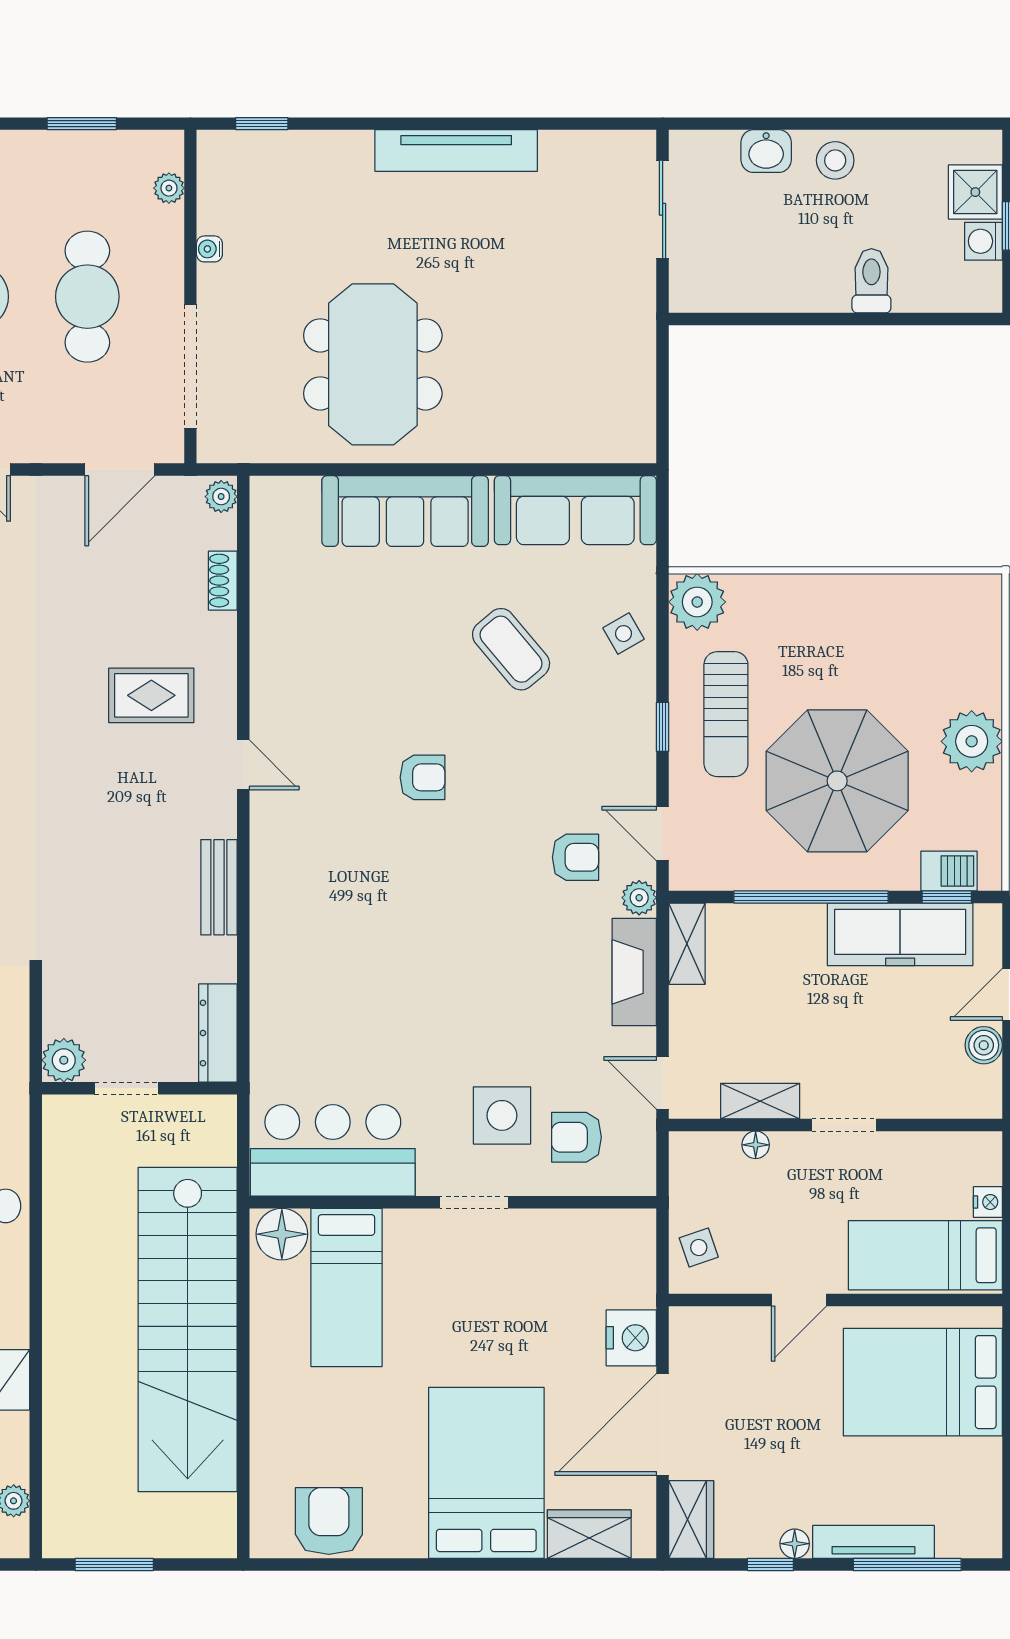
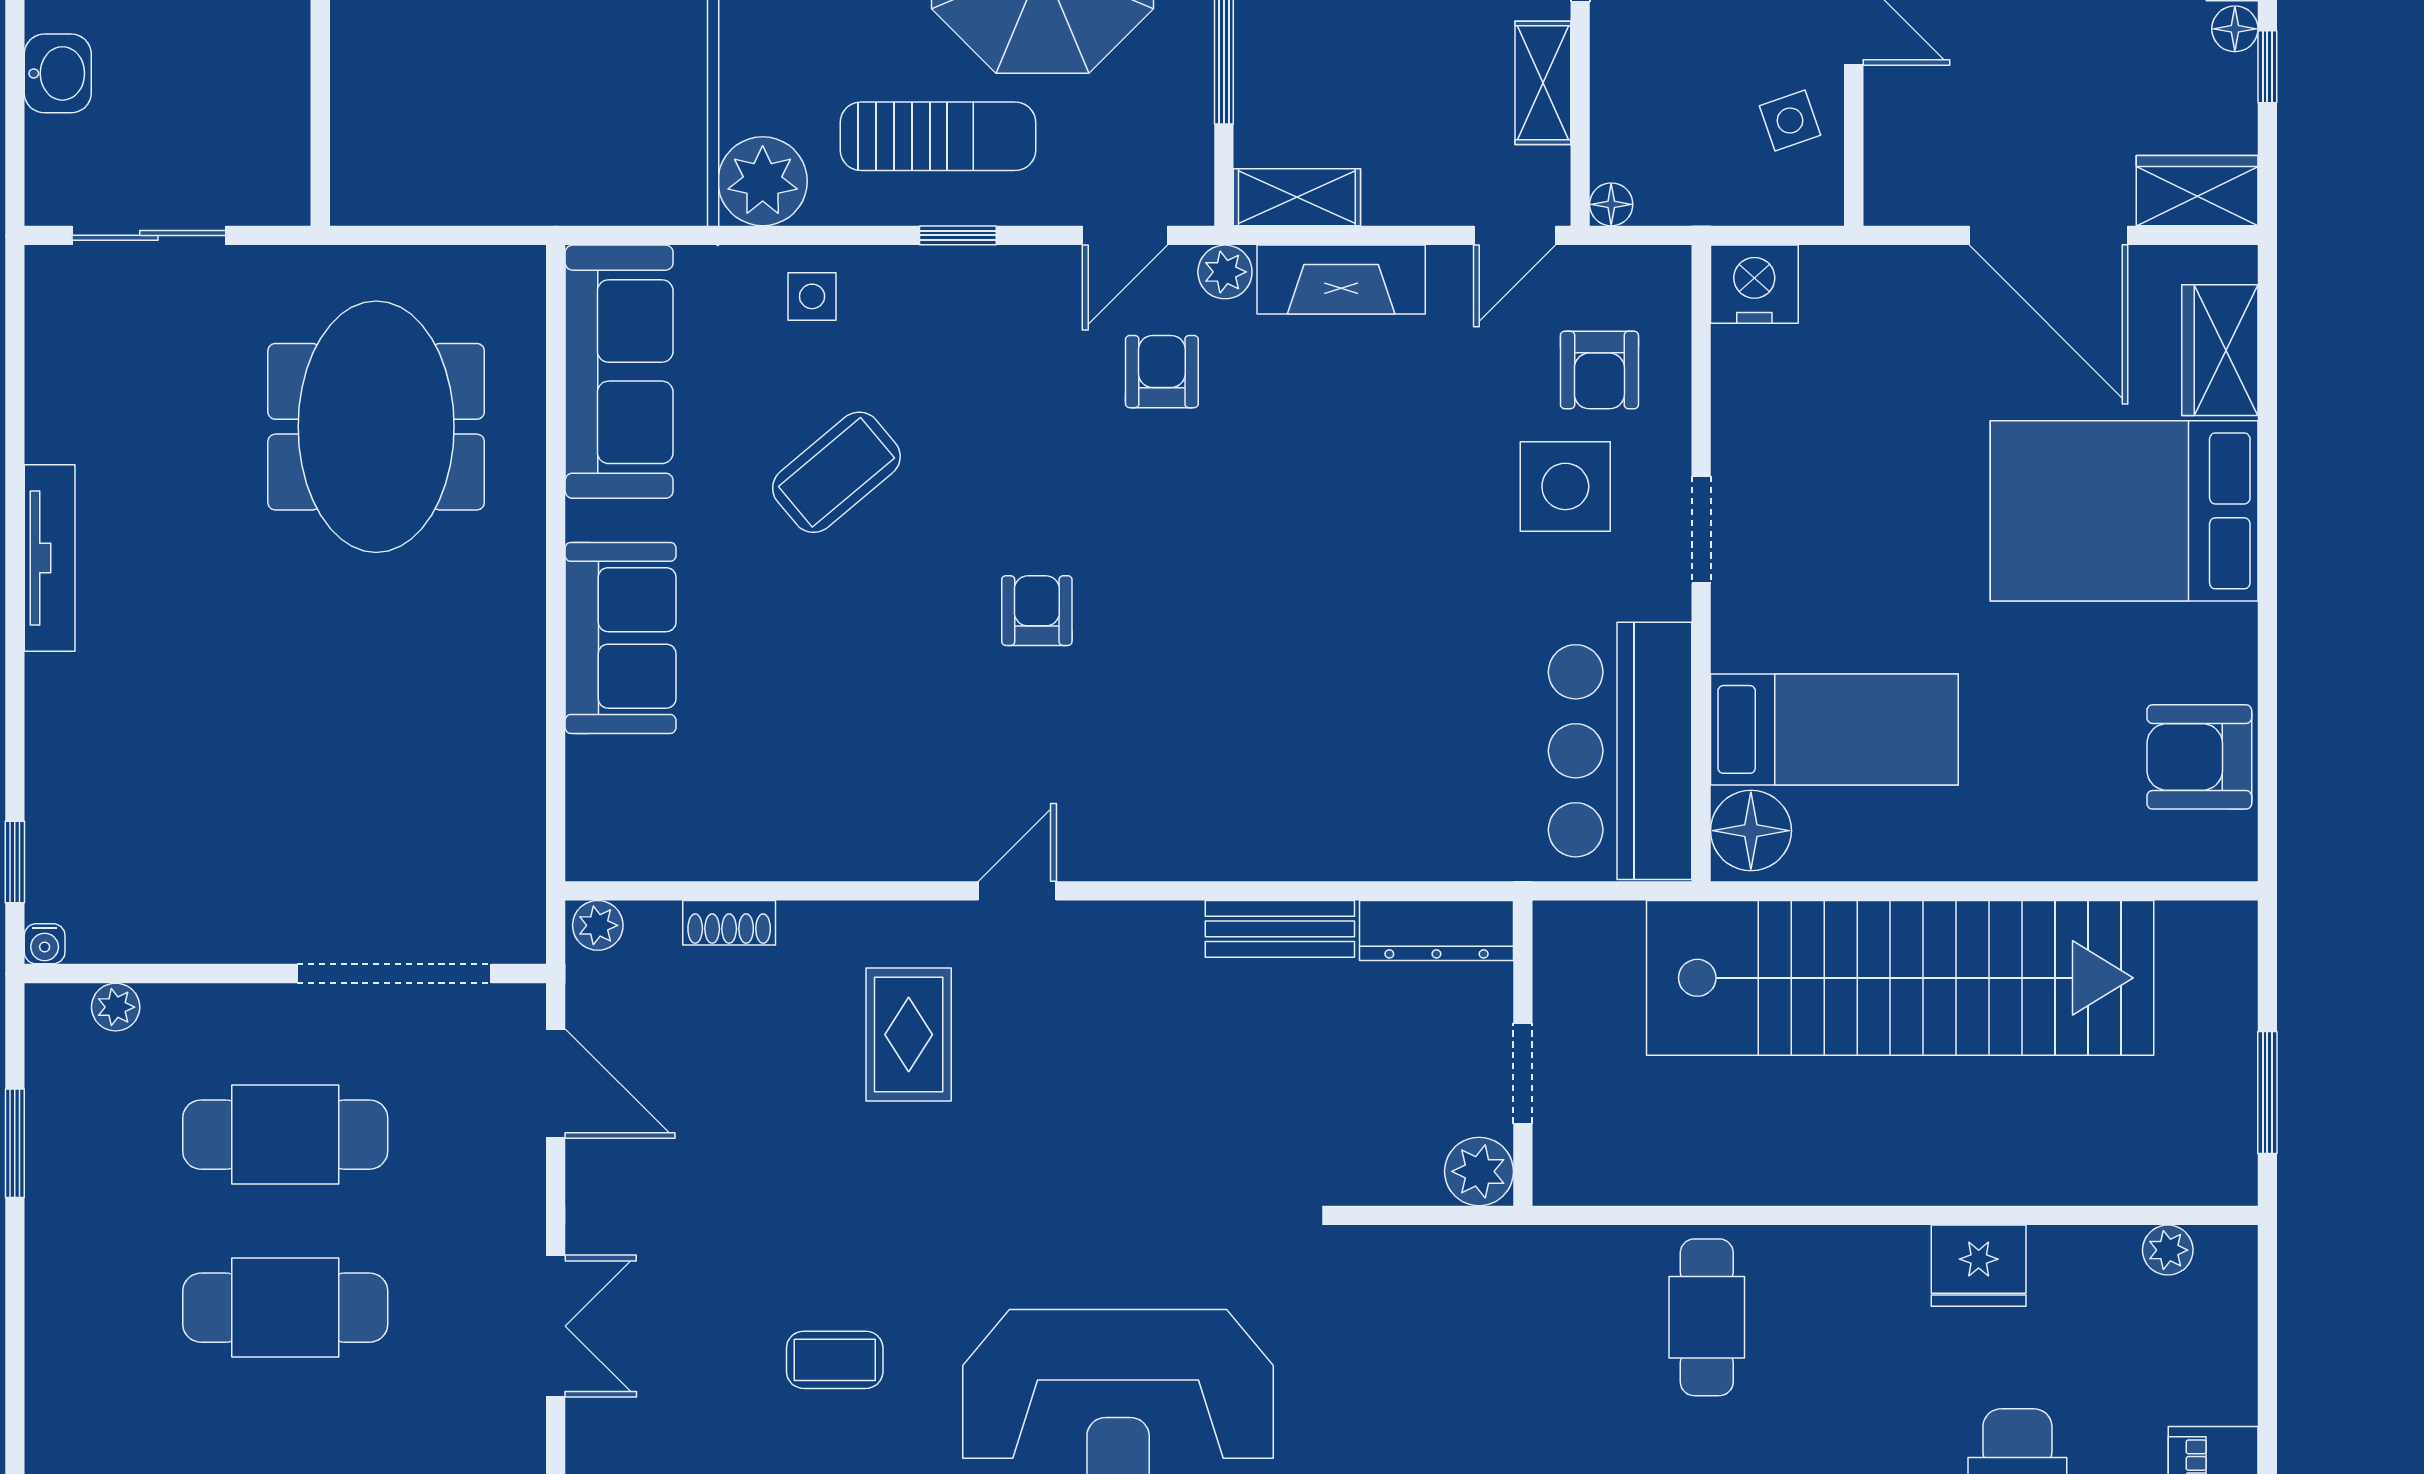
tv unit: (456, 151) -> (50, 558), width x0.73, depth x0.78
water cooler: (209, 249) -> (45, 944), moved
meeting table: (373, 364) -> (376, 427), moved, turned 90
sofa: (405, 511) -> (621, 638), width x0.73
side table: (623, 634) -> (812, 296), turned 30
bench: (219, 887) -> (1280, 929), moved
floor lamp: (756, 1145) -> (1611, 204), moved
side table: (699, 1247) -> (1790, 121), moved
nightstand: (631, 1338) -> (1754, 284), moved

